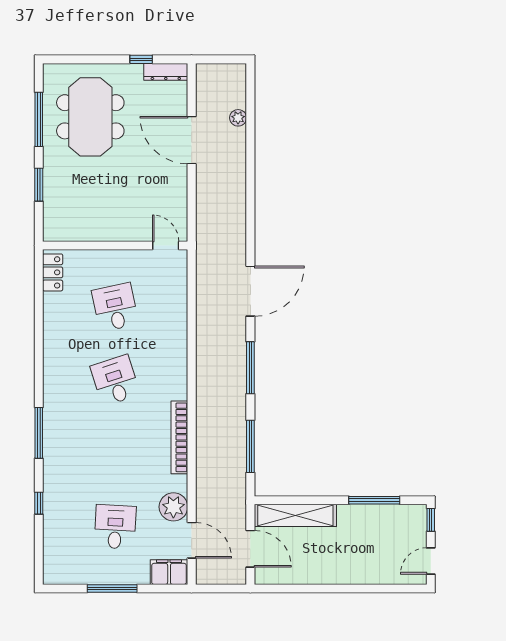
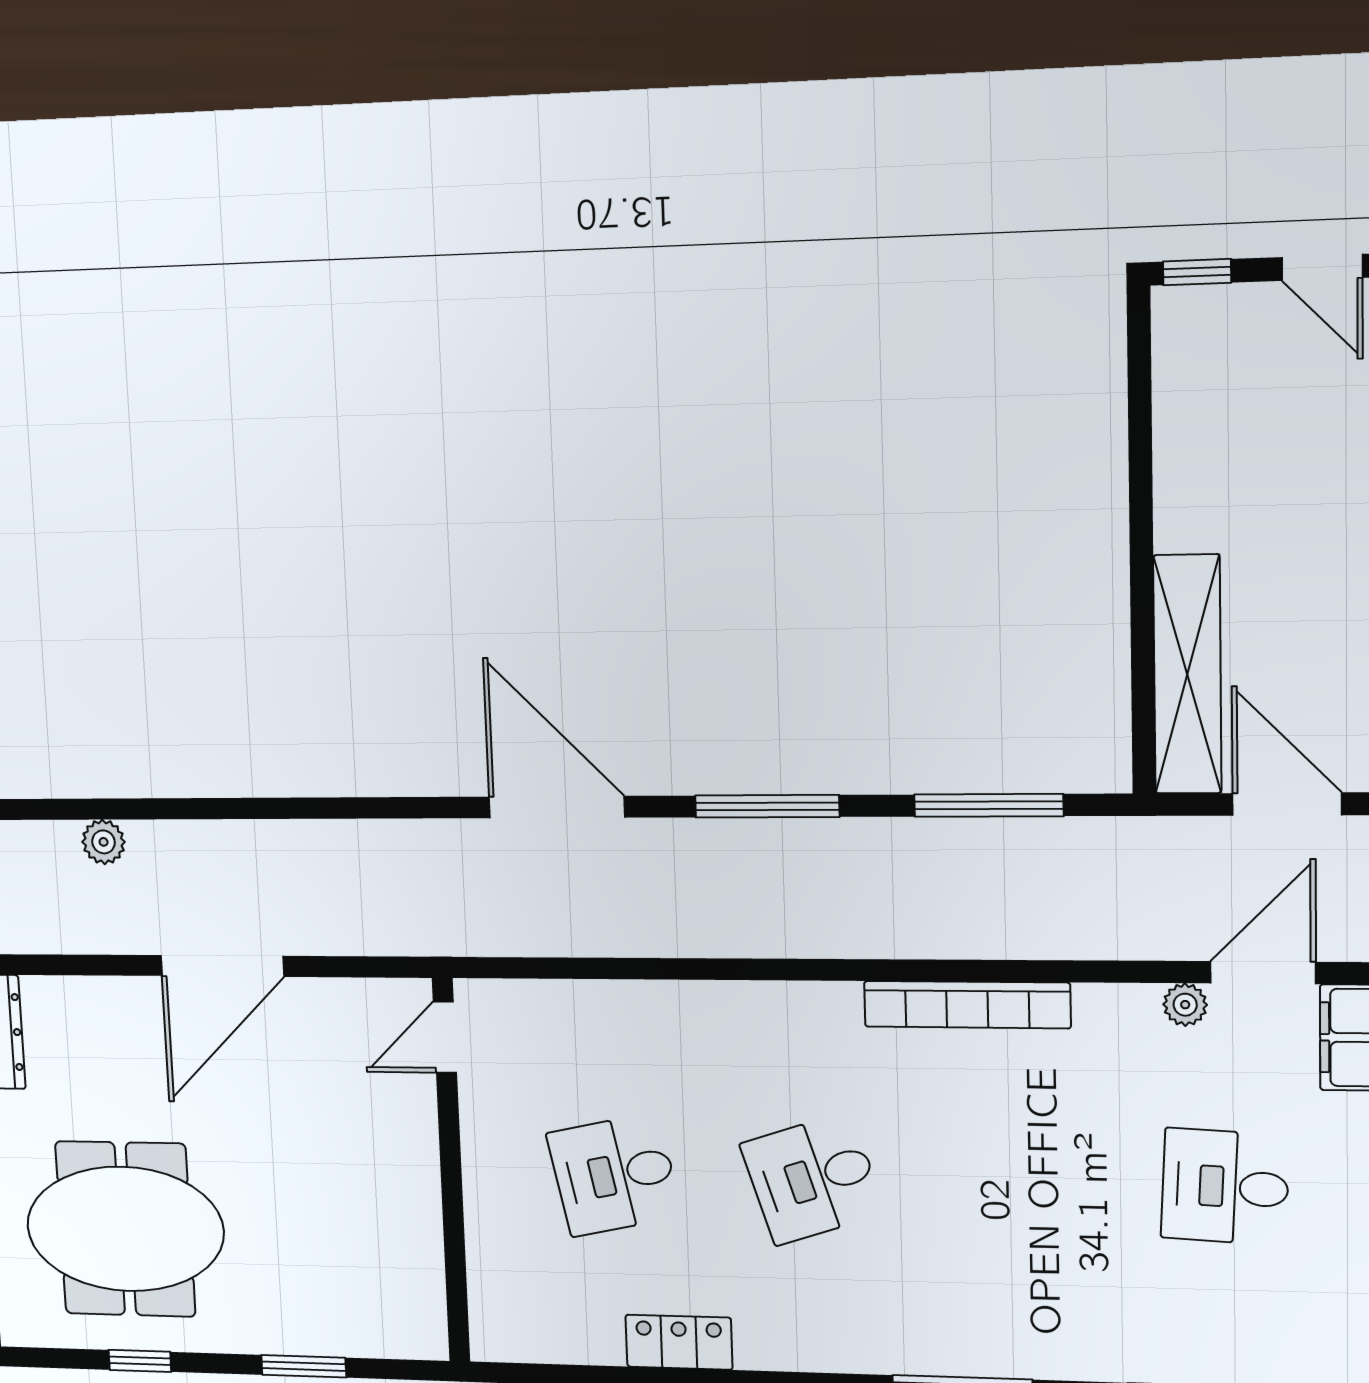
window: (39, 119) -> (140, 1361), width x0.46
door: (192, 140) -> (222, 966), moved
locker: (53, 272) -> (679, 1342), moved
window: (374, 500) -> (1140, 443), removed
plant: (173, 507) -> (1185, 1005), width x0.53, depth x0.53
door: (250, 549) -> (1287, 804), hinge flipped

